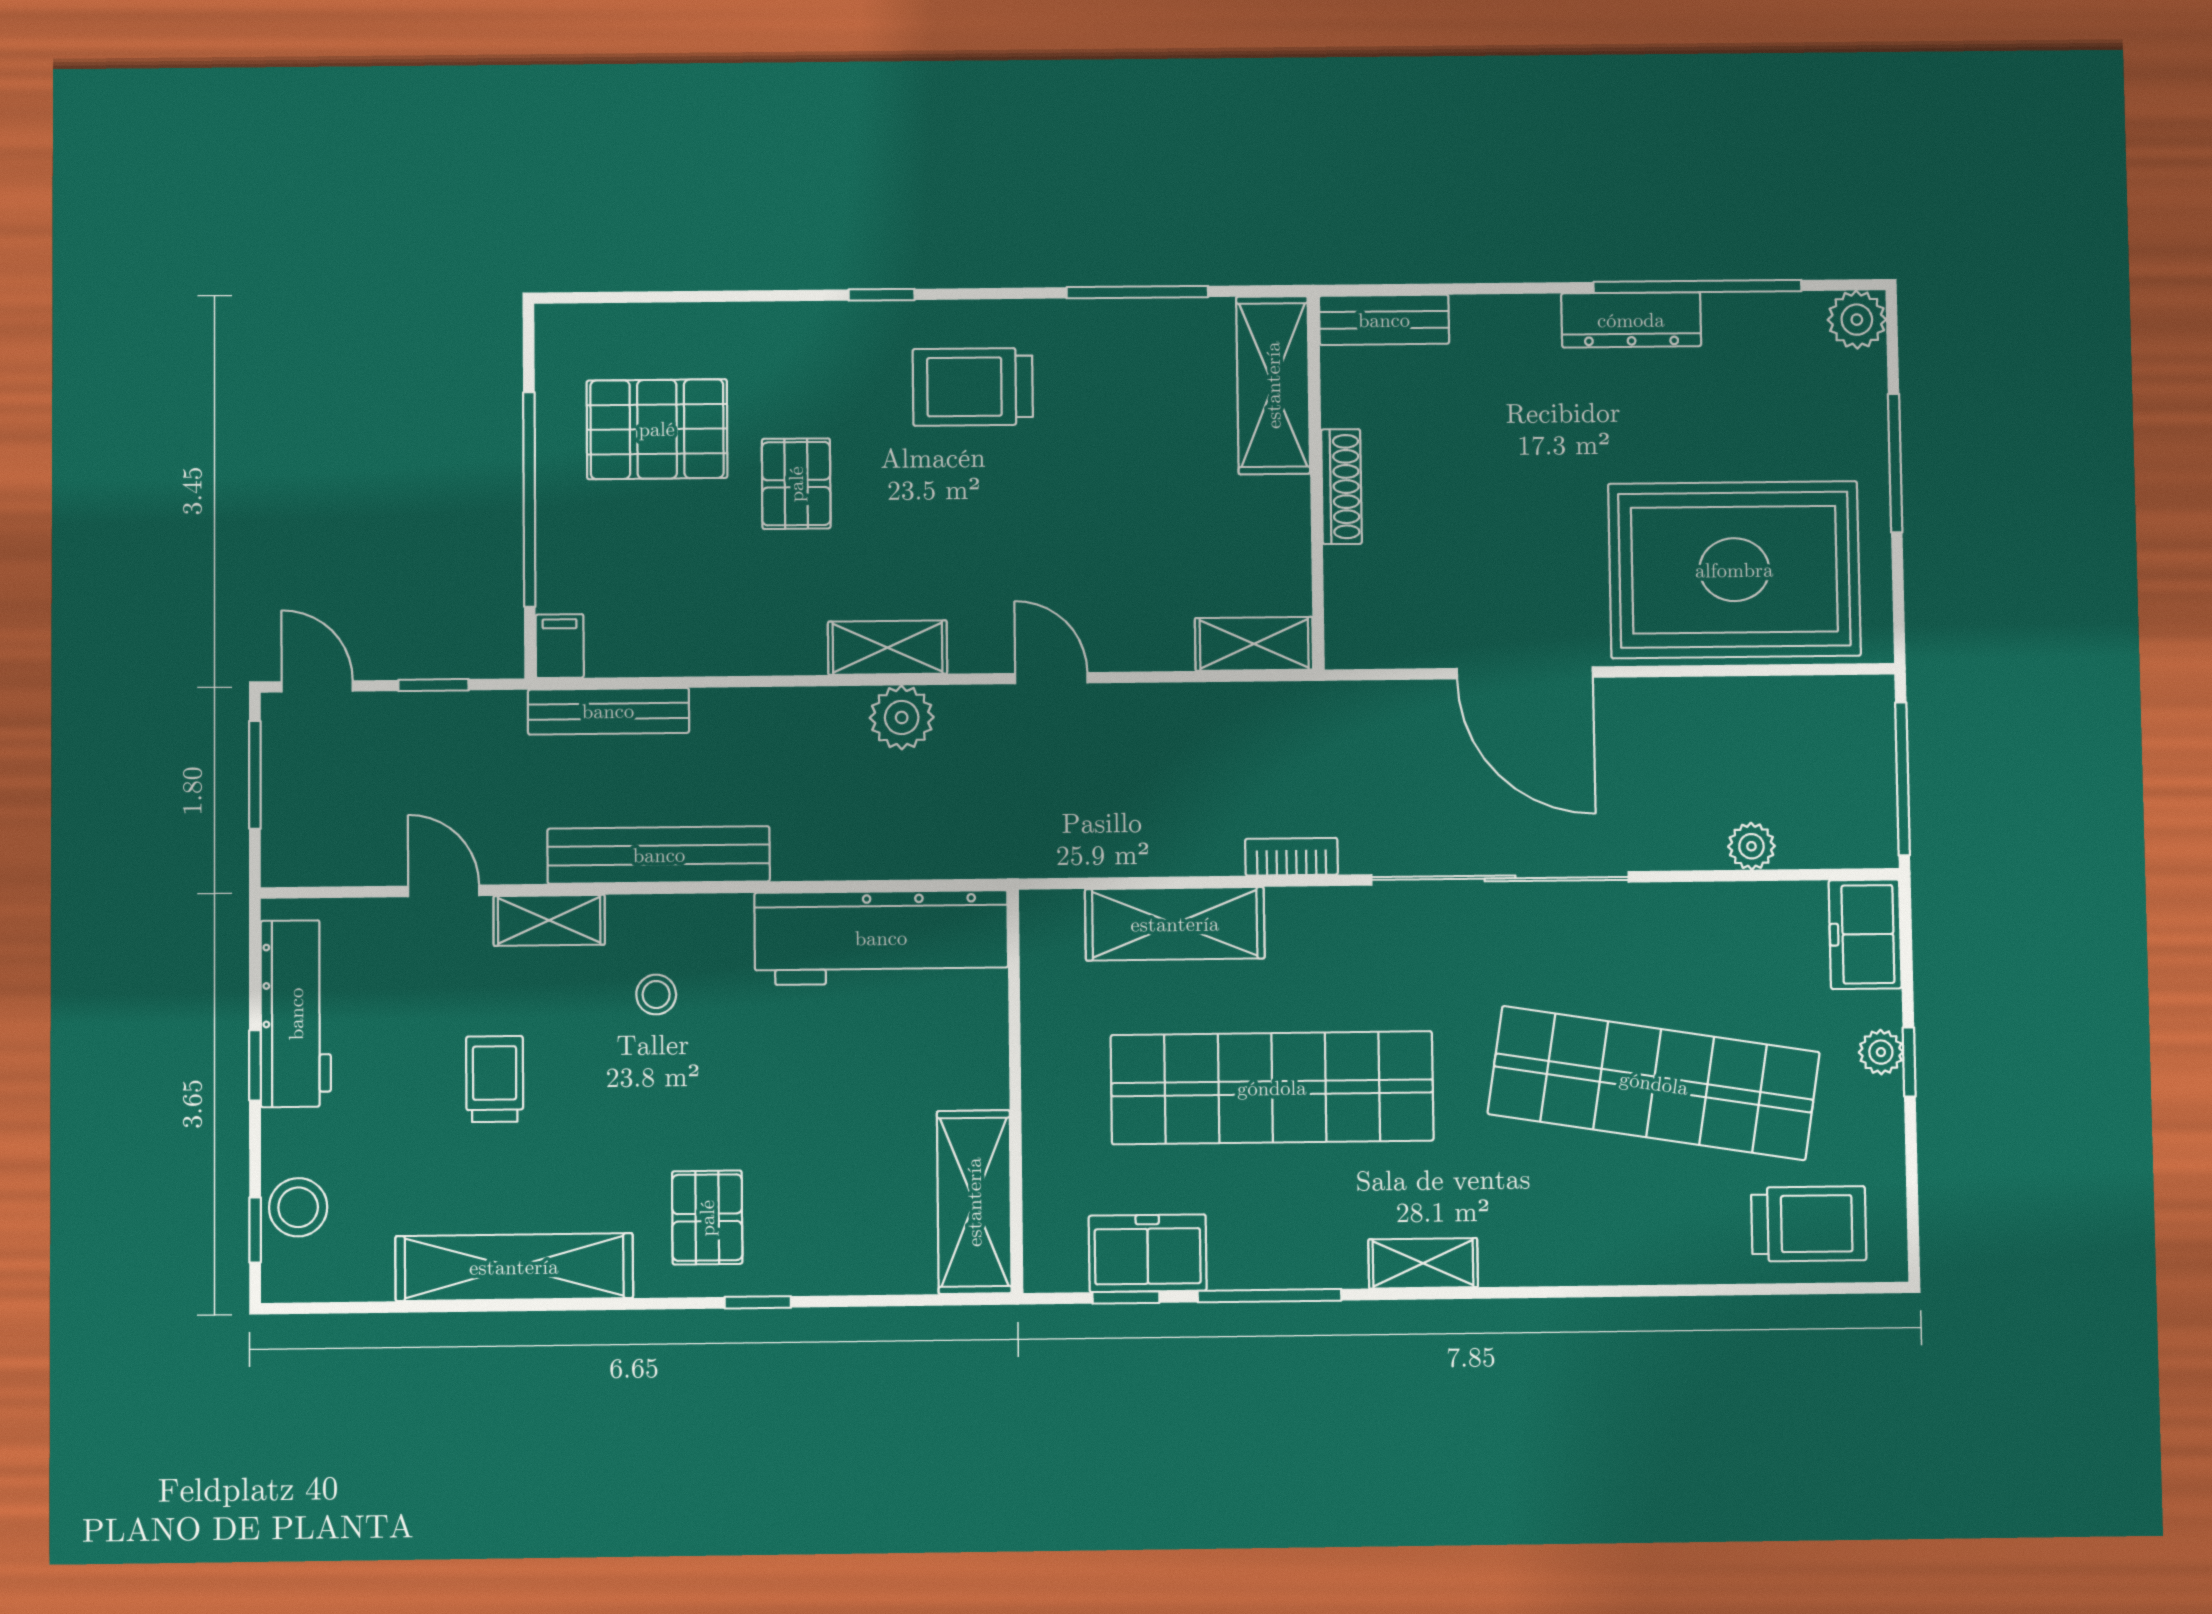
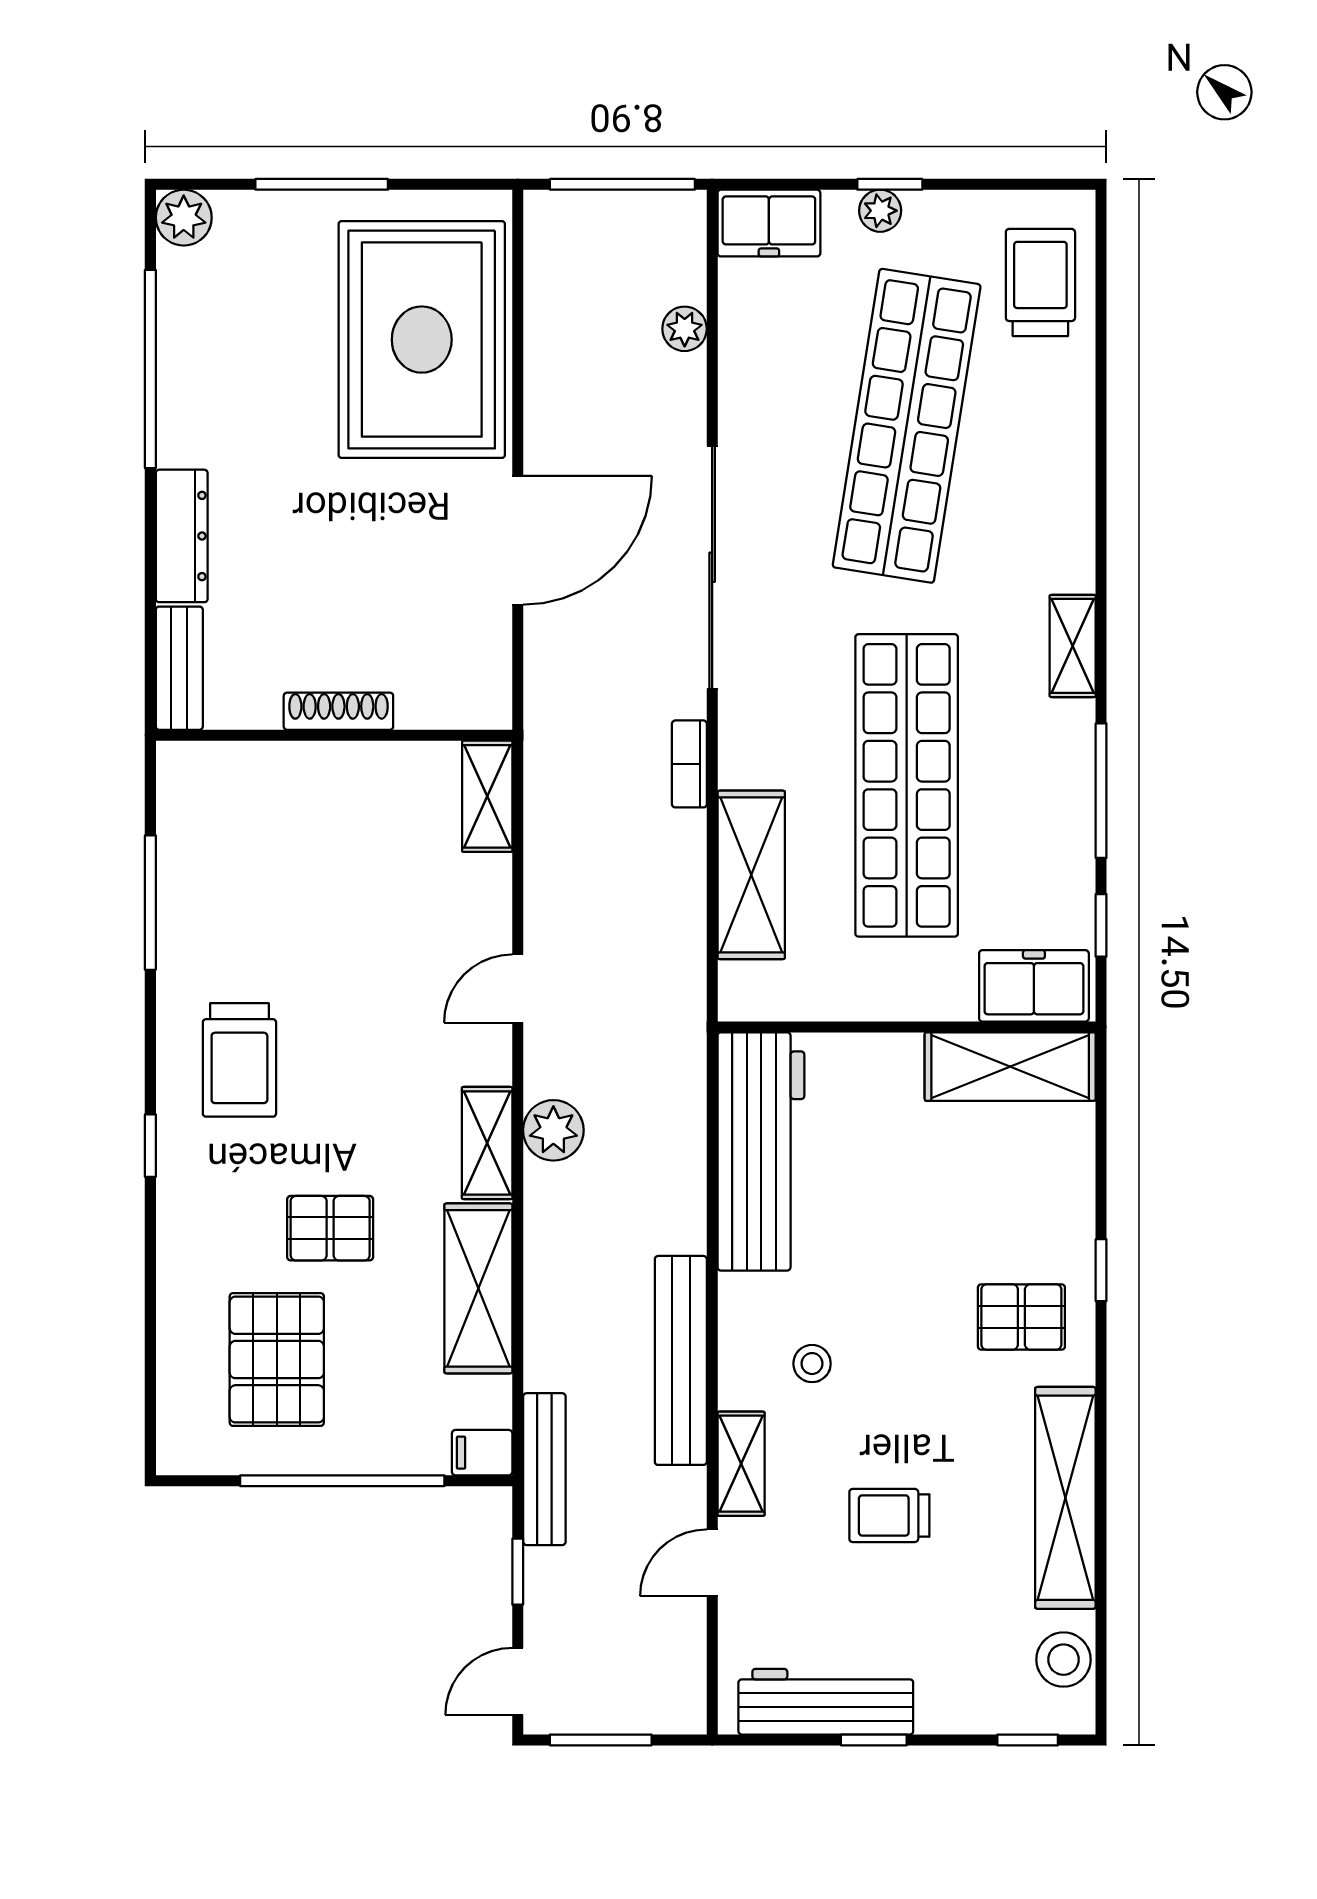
dresser: (1631, 320) -> (182, 536), moved
shelving: (1273, 385) -> (478, 1288), moved, turned 90
bench: (608, 711) -> (544, 1469), moved
stool: (298, 1207) -> (1064, 1660), moved
freezer: (1148, 1253) -> (1034, 986), moved, turned 90

